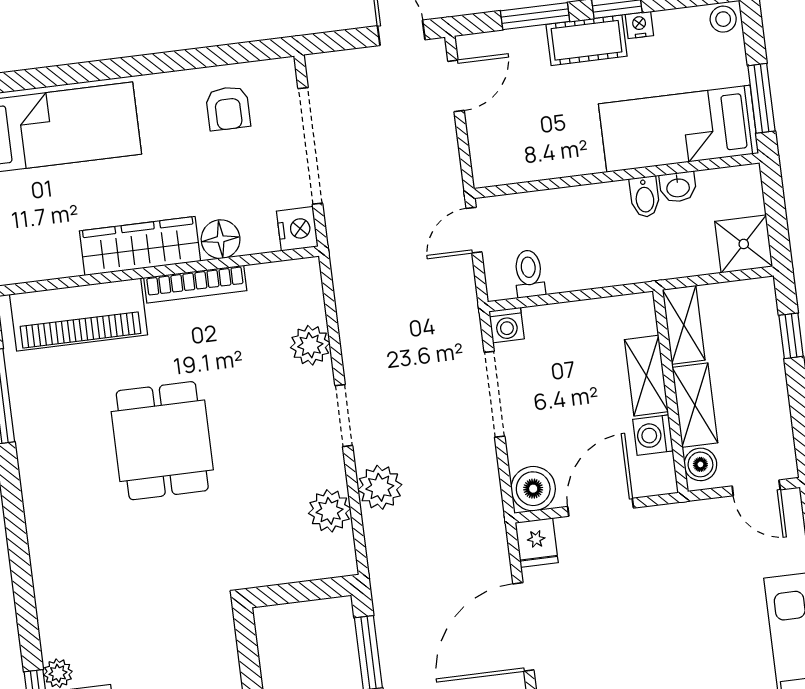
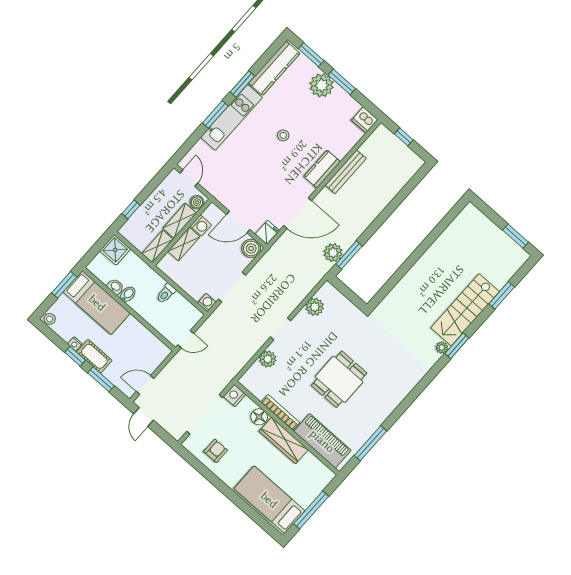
toilet: (529, 274) -> (166, 293), moved
plant: (380, 487) -> (333, 253), moved

